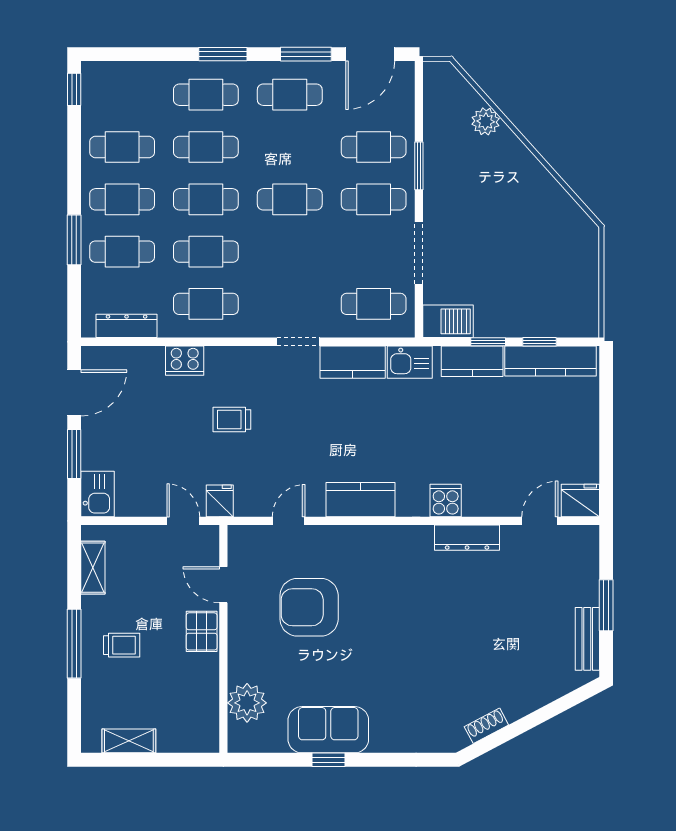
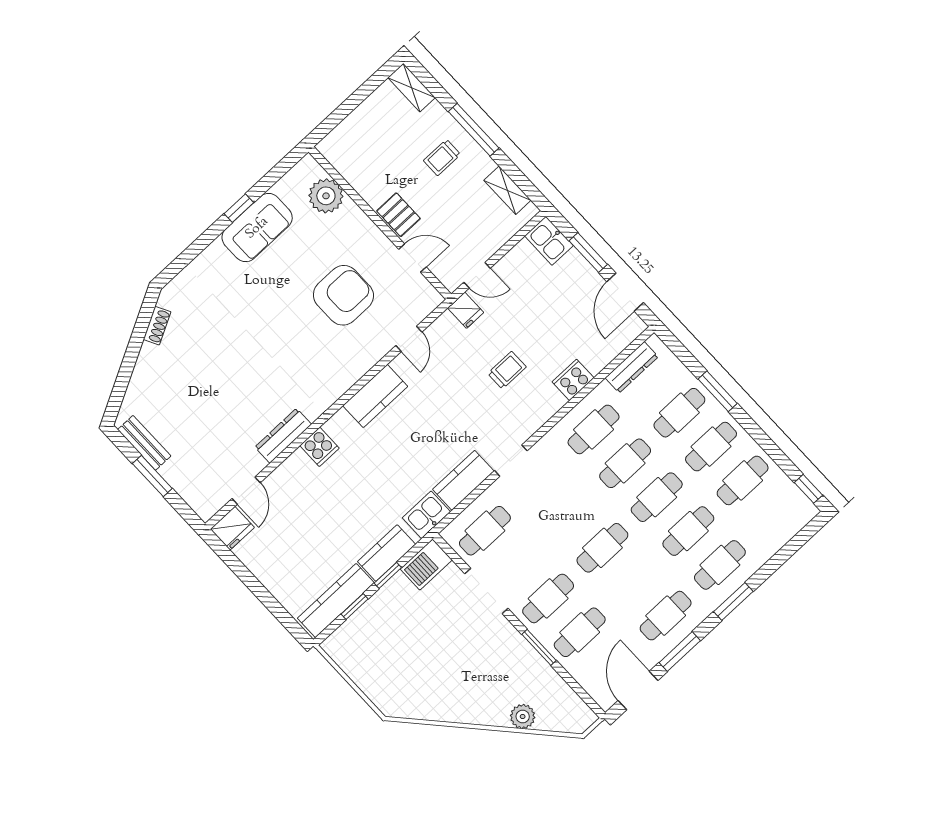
shelving: (129, 741) -> (412, 88), moved, turned 90

